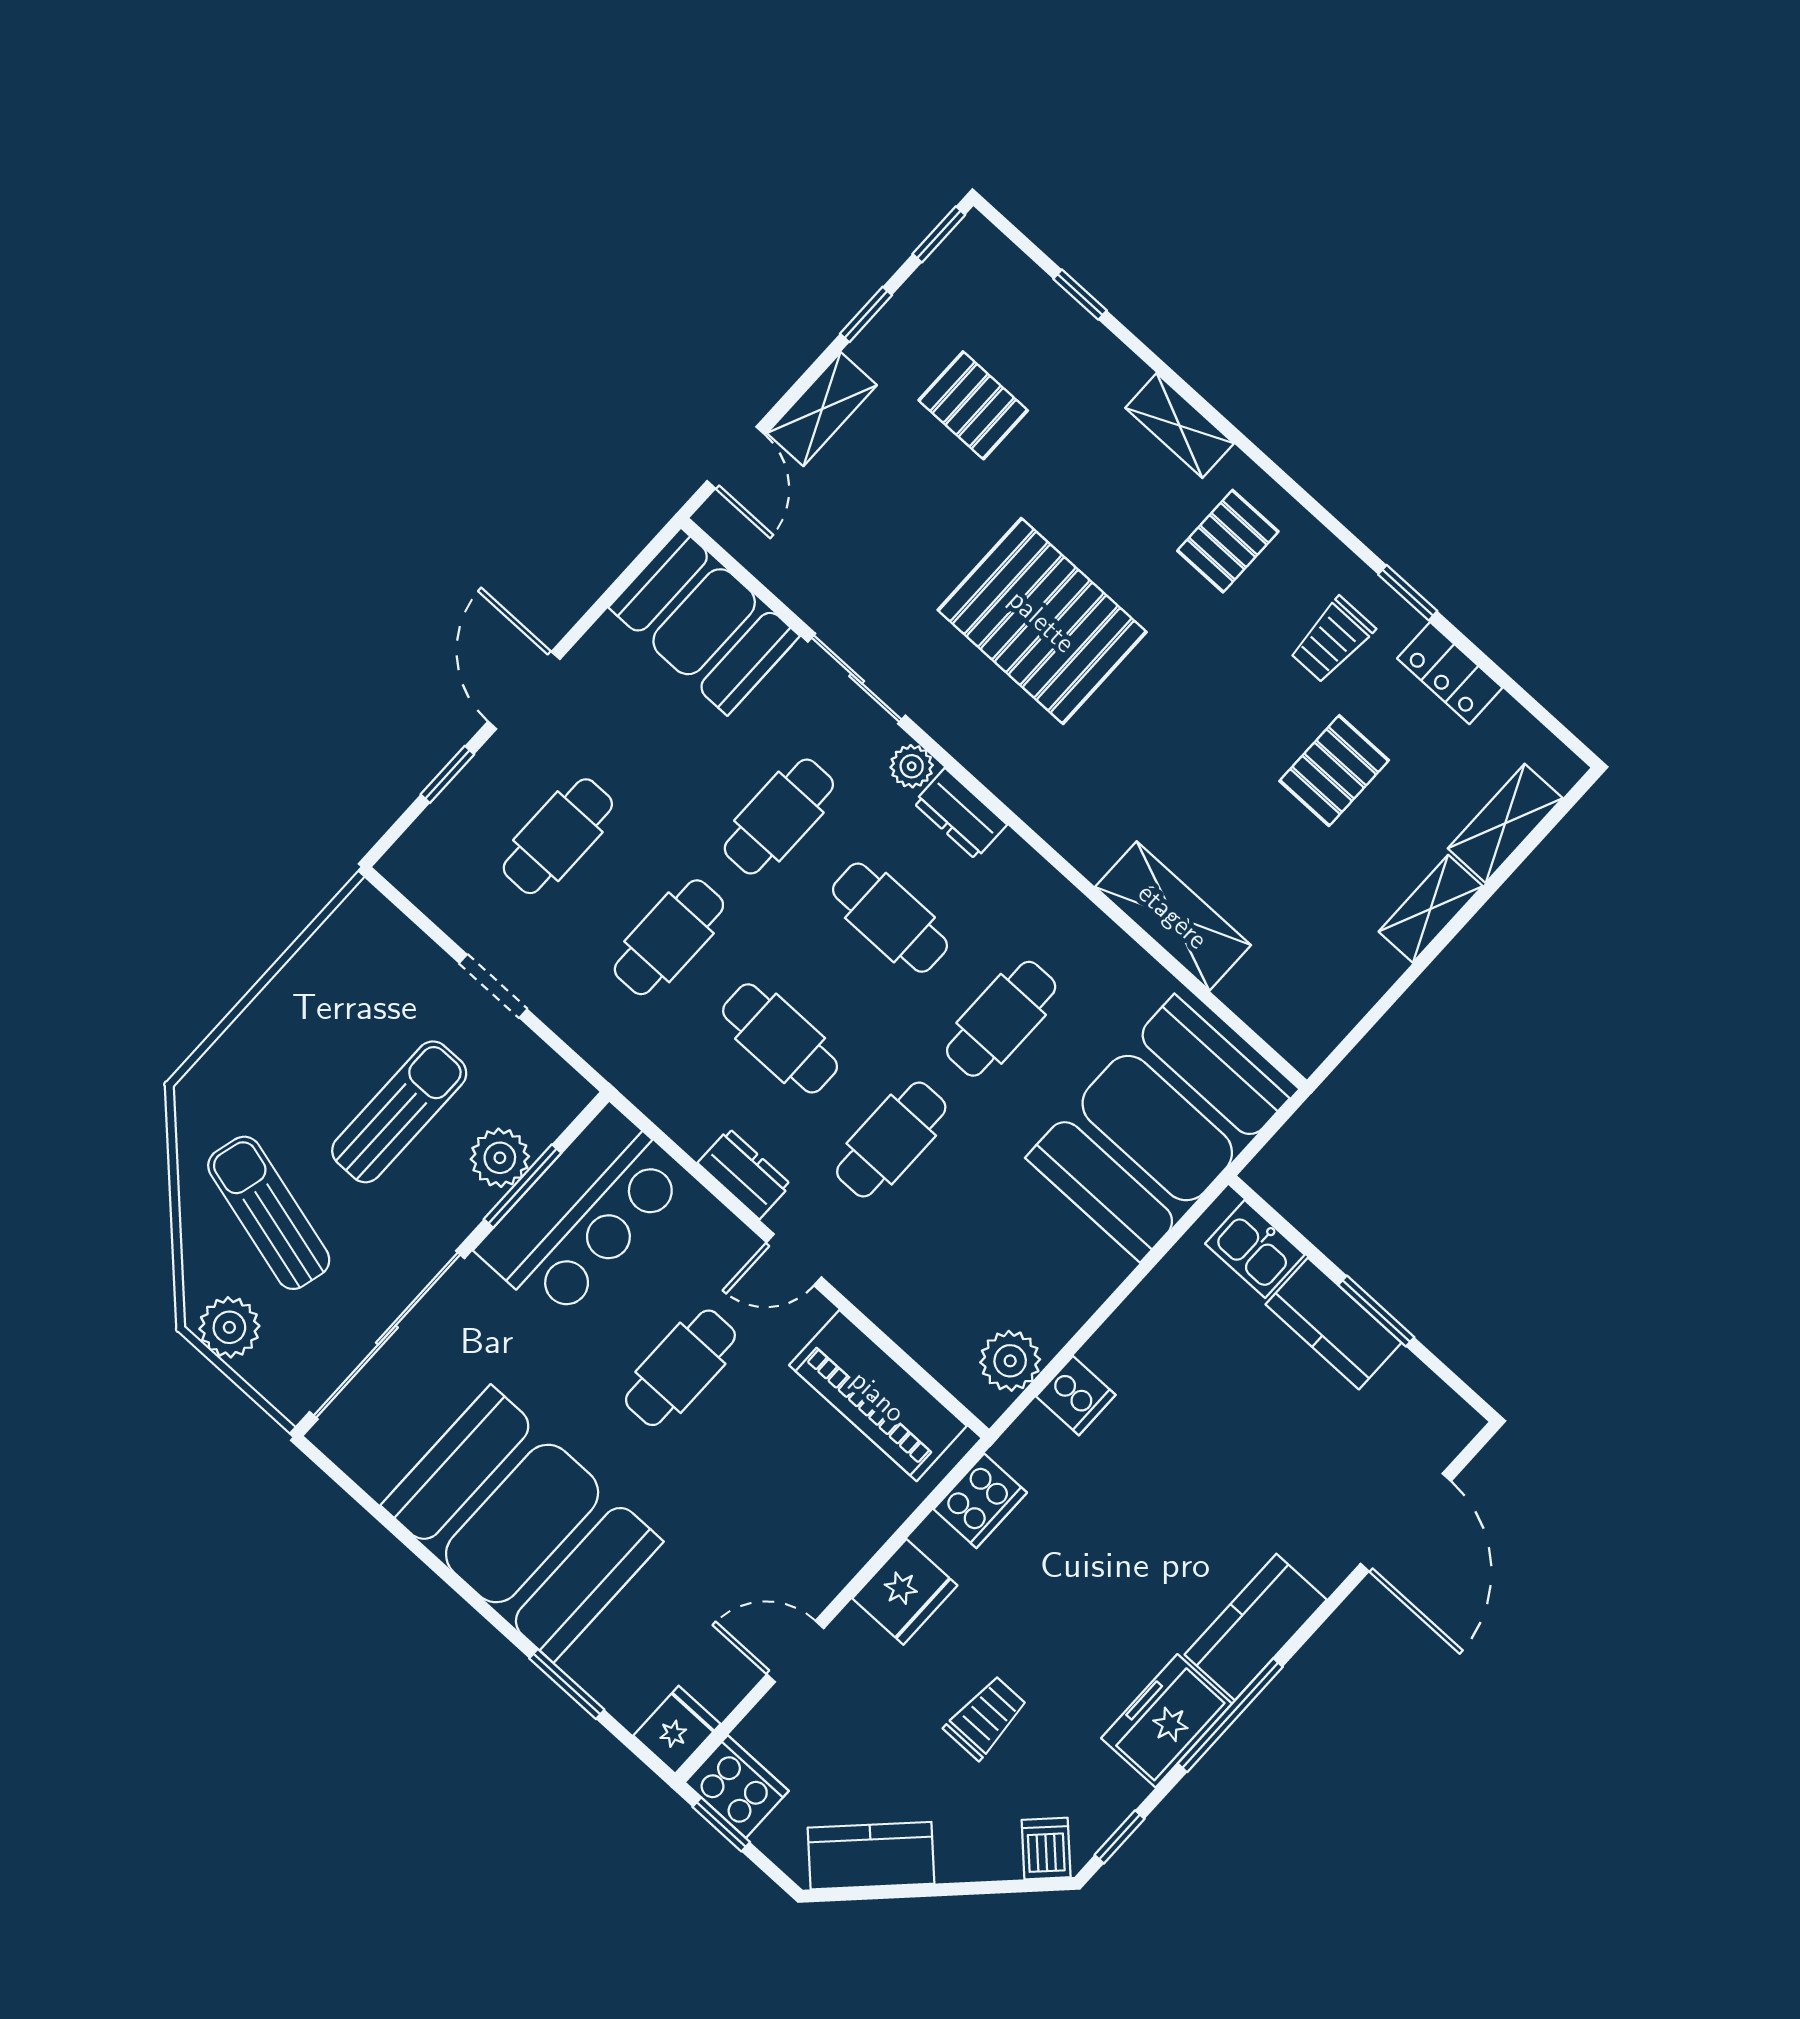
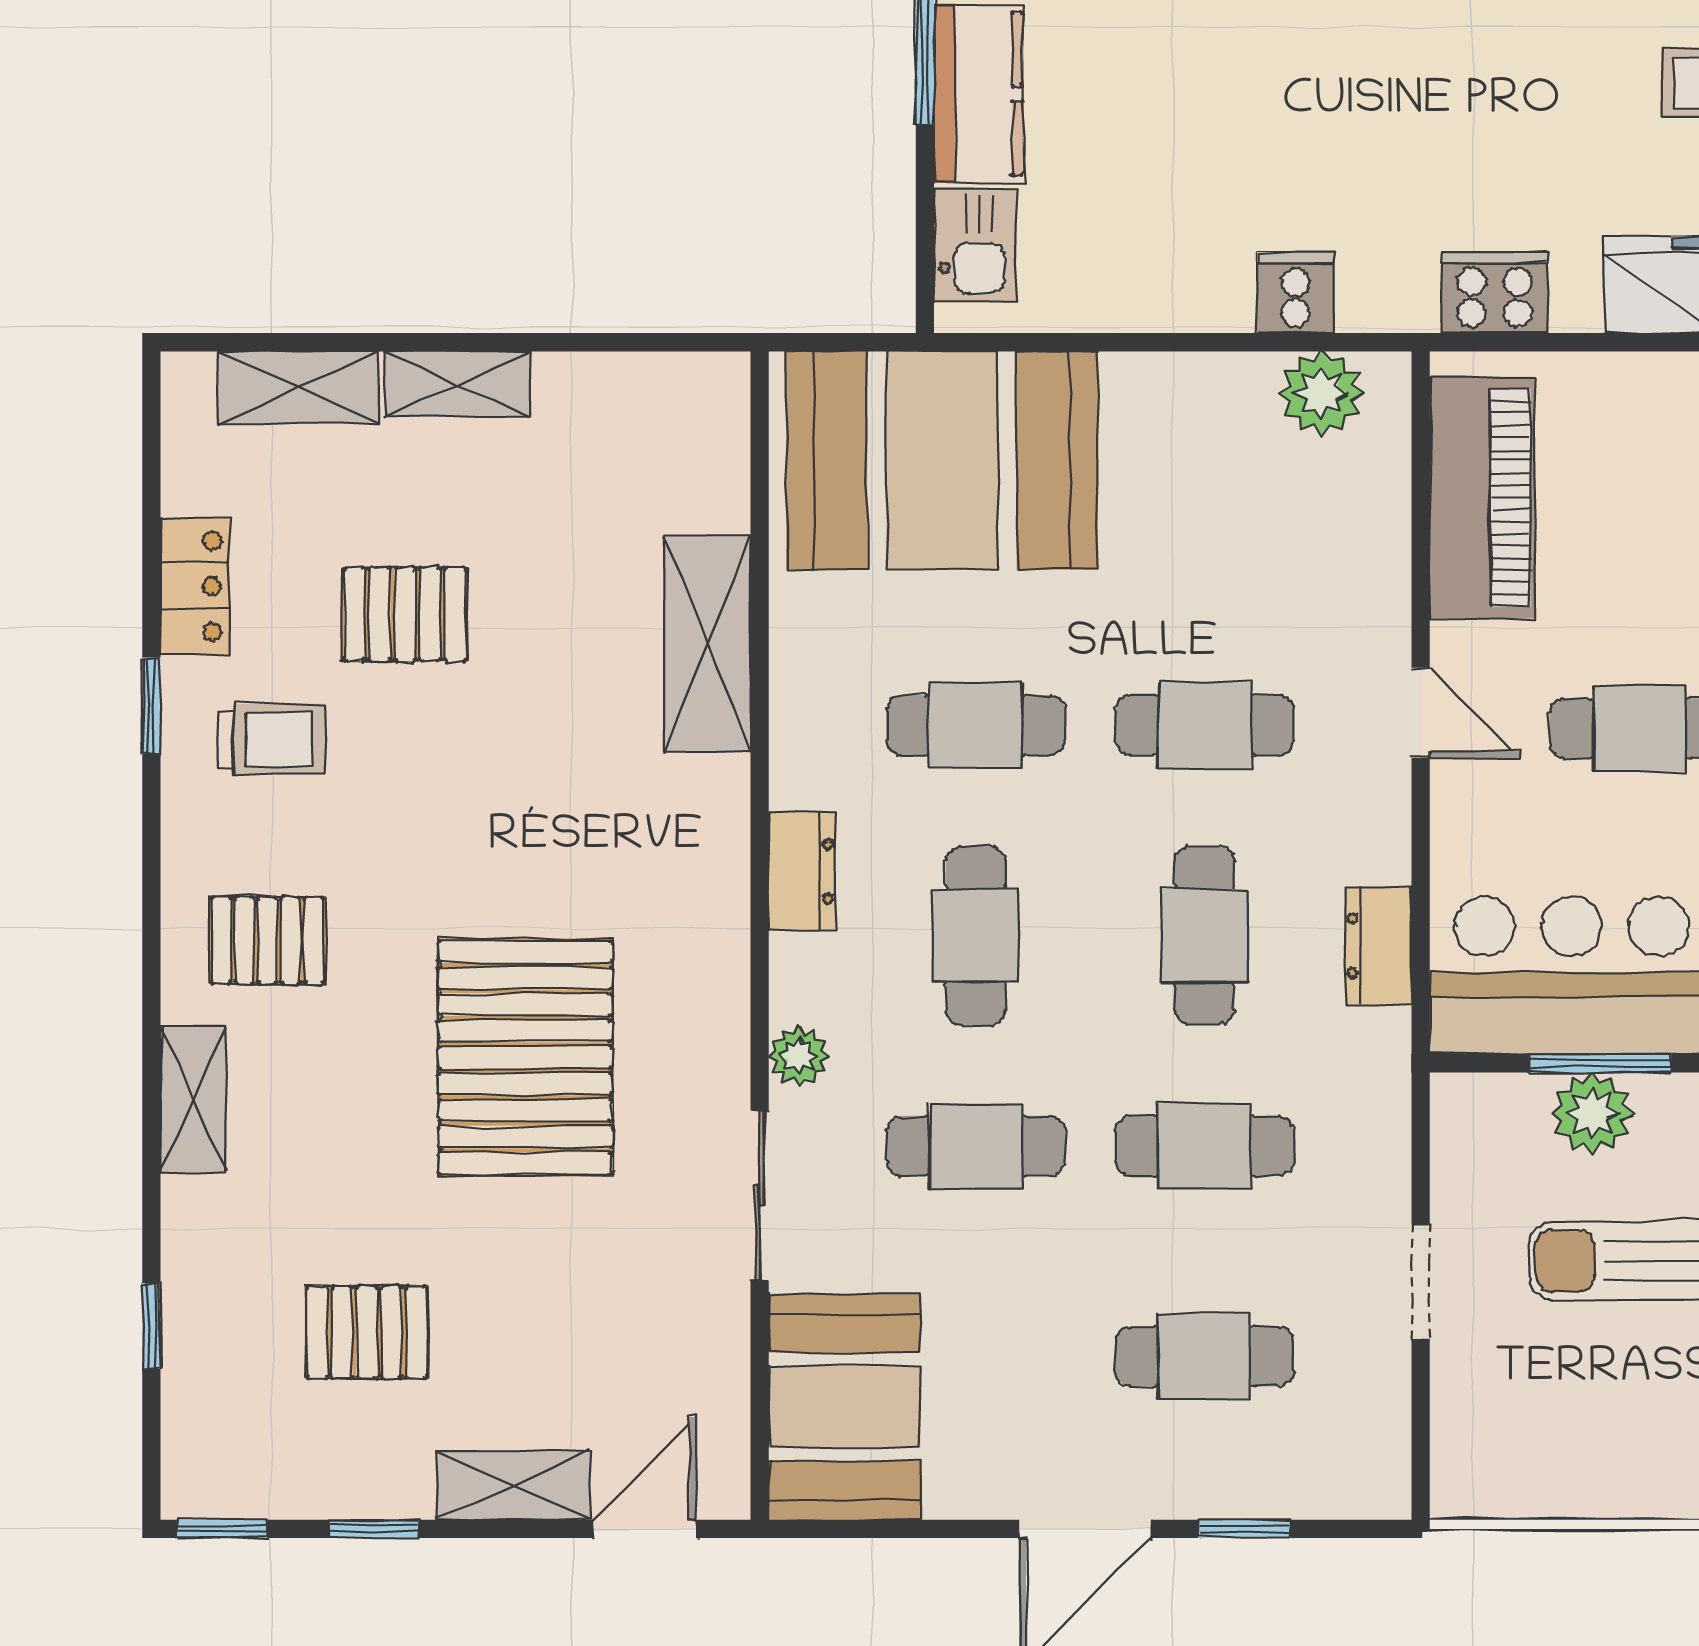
pallet: (973, 405) -> (367, 1332), turned 90
dresser: (960, 814) -> (802, 871), moved
dresser: (744, 1174) -> (1378, 946), moved

